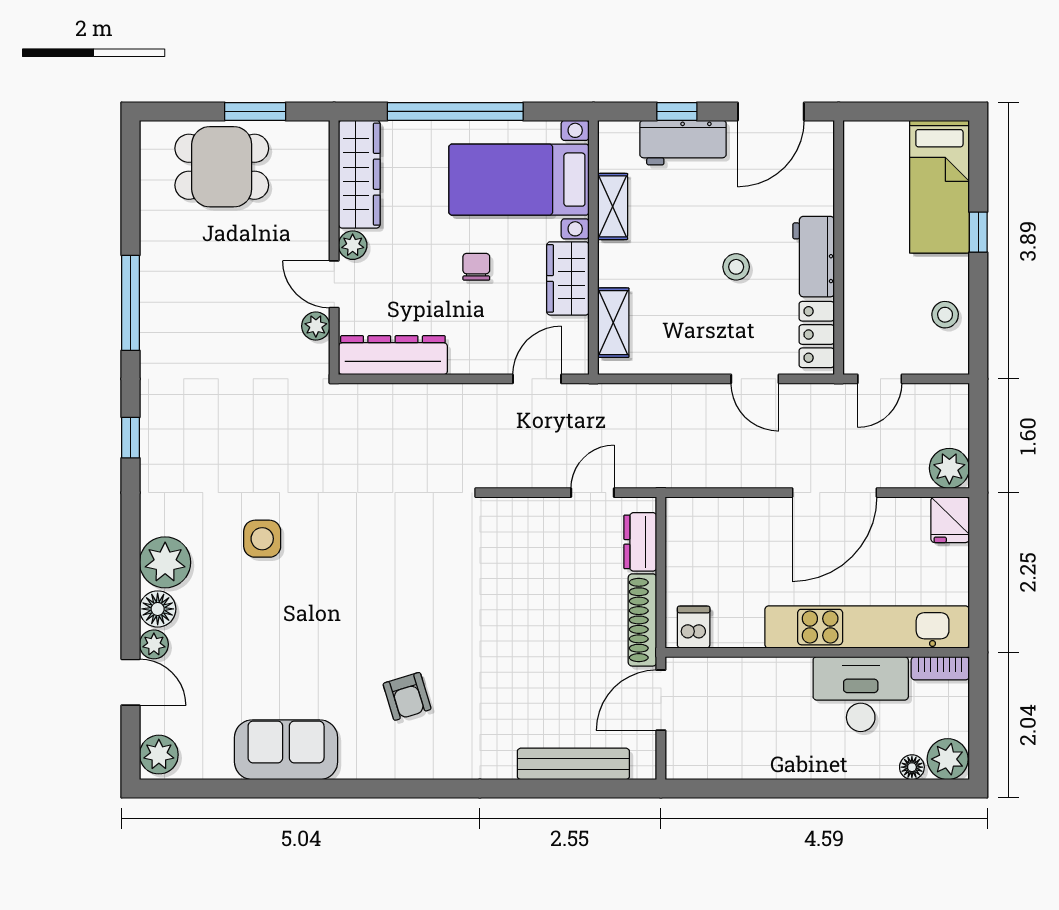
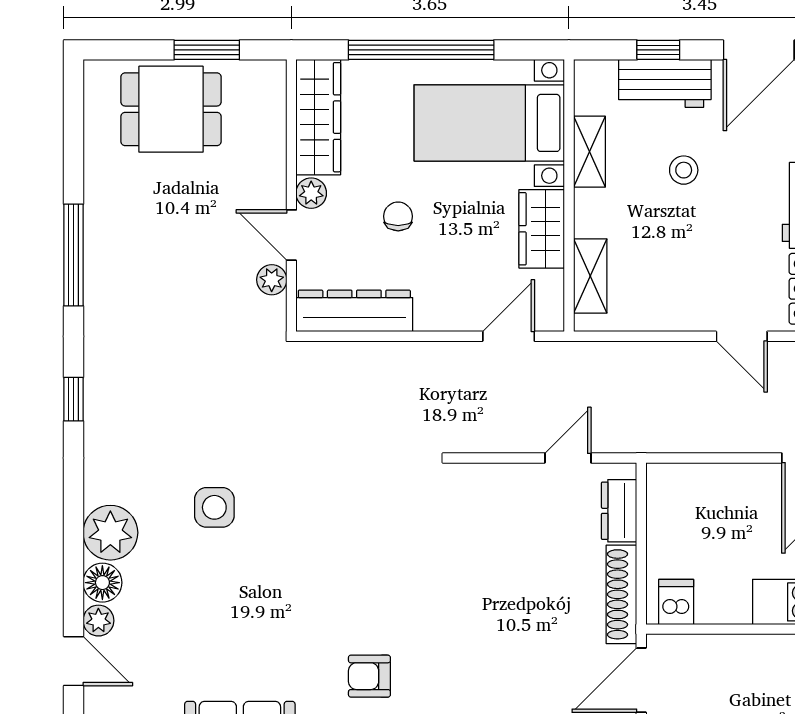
chair: (476, 267) -> (398, 216), moved
stool: (736, 267) -> (684, 170), moved
armchair: (407, 696) -> (369, 676), turned 107

